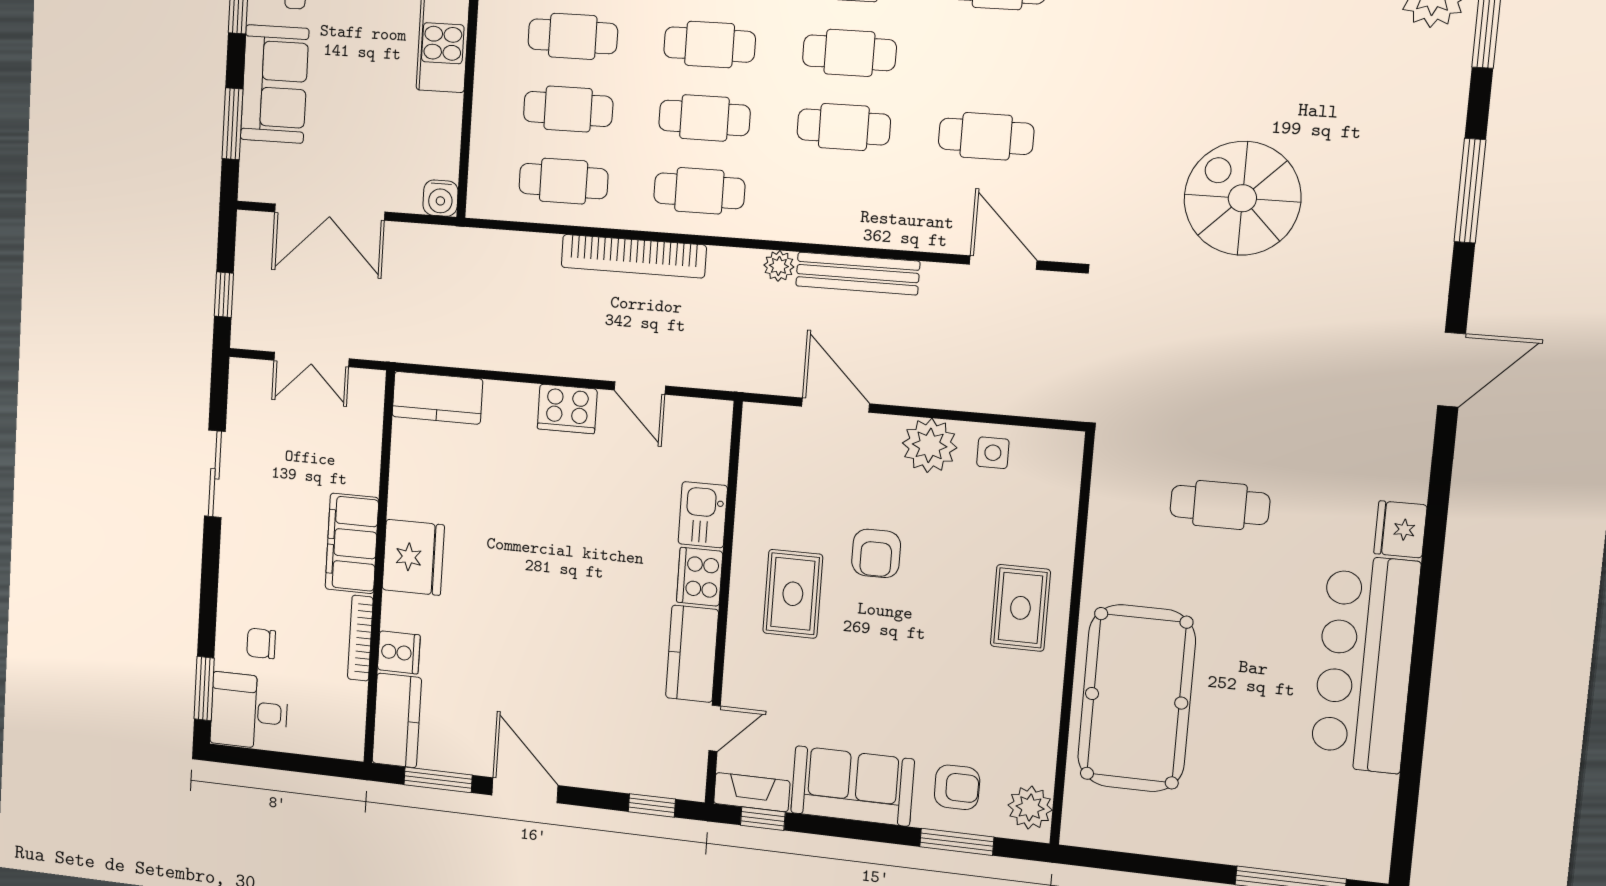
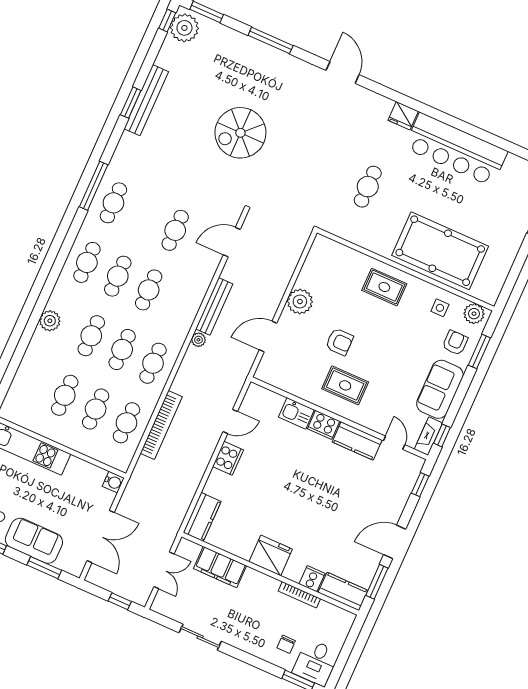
bookcase: (633, 256) -> (161, 425), moved
side table: (993, 453) -> (440, 308), moved
filing cabinet: (352, 543) -> (220, 567), moved

